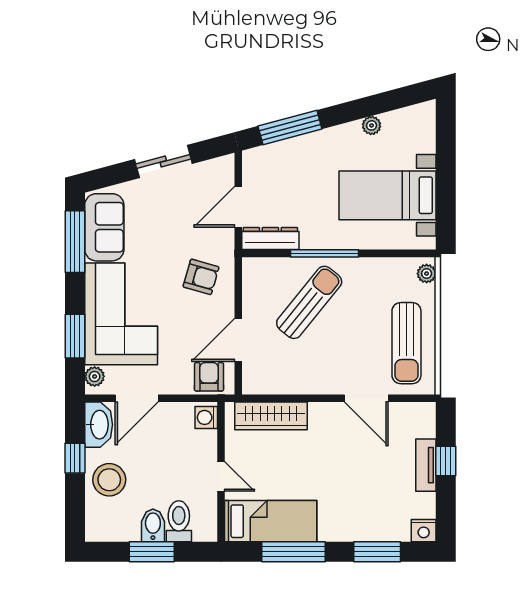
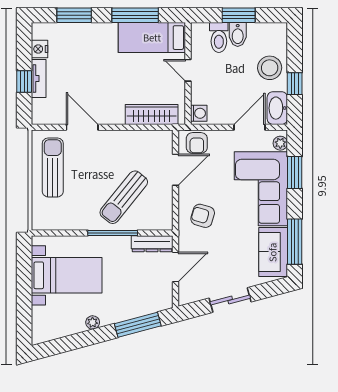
plant: (372, 125) -> (93, 322), moved
plant: (427, 274) -> (38, 218), removed
nightstand: (424, 531) -> (40, 49), moved, turned -90

